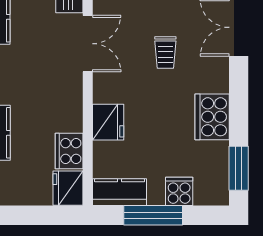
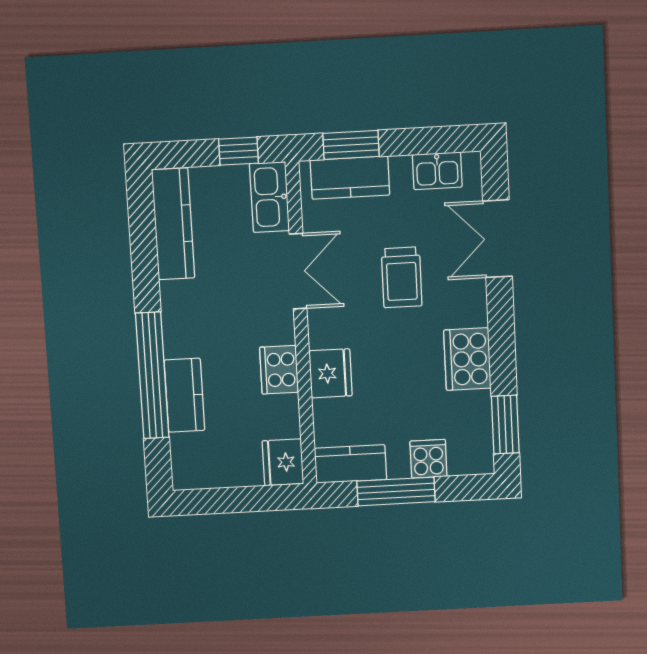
trolley: (165, 52) -> (402, 277), width x1.36, depth x1.39
cooker: (69, 151) -> (279, 370), moved

